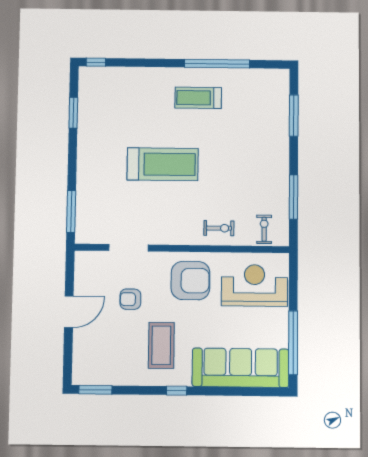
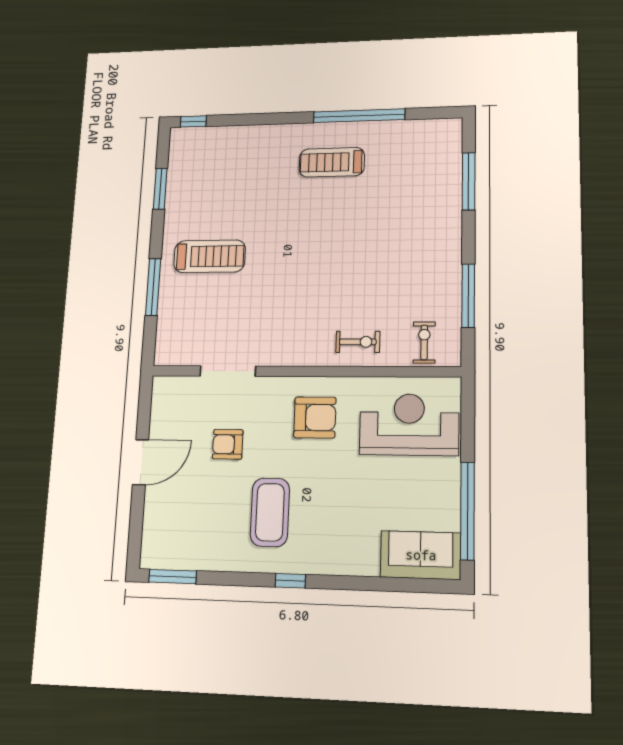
treadmill: (163, 164) -> (210, 256), moved, width x0.73, depth x0.73
window: (71, 211) -> (153, 287), moved
armchair: (190, 281) -> (315, 417), width x0.73, depth x0.73
sofa: (241, 368) -> (421, 555), width x0.54, depth x0.79

